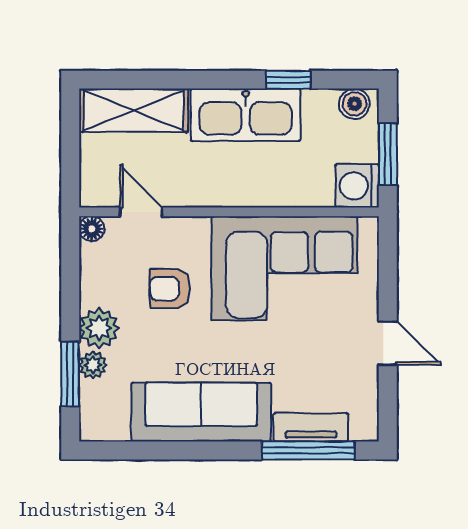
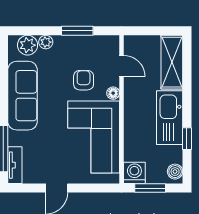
door: (141, 212) -> (122, 66), hinge flipped
floor lamp: (92, 229) -> (113, 93), moved
plant: (99, 328) -> (28, 45), moved
window: (70, 374) -> (77, 31), moved
tv unit: (311, 427) -> (15, 165), moved

